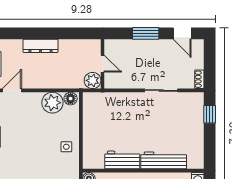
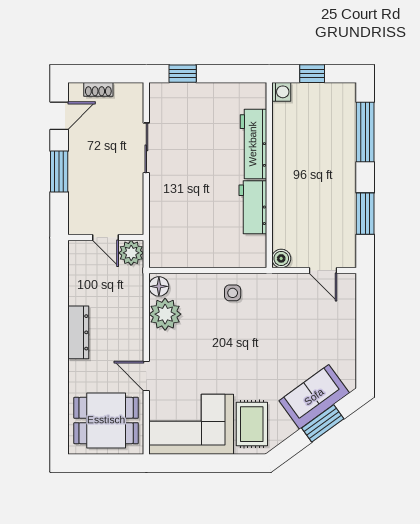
door: (102, 64) -> (105, 238), swing flipped
shoe rack: (199, 79) -> (98, 89), moved

